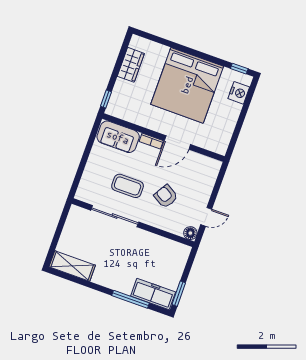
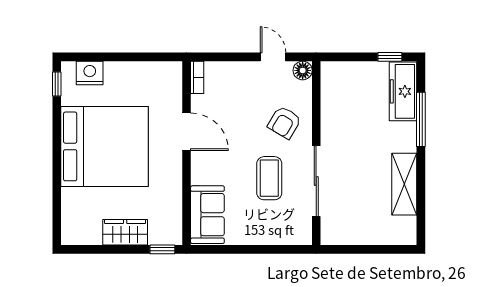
wardrobe: (131, 65) -> (125, 232), moved
bookcase: (151, 141) -> (197, 77), moved
armchair: (166, 196) -> (284, 122), moved
shelving: (72, 266) -> (404, 184), moved
window: (179, 294) -> (390, 57), width x0.67

